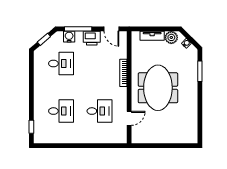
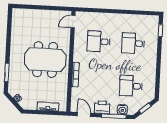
plant: (171, 37) -> (31, 104), removed
meeting table: (158, 88) -> (45, 60), turned 90
door: (129, 118) -> (73, 22), moved

